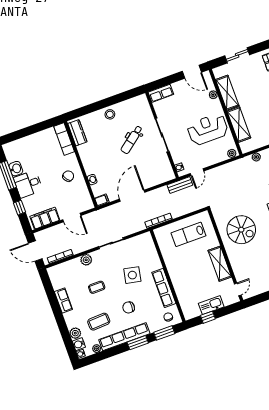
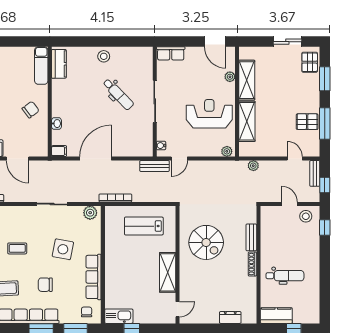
sliding door: (237, 55) -> (287, 42), moved
dental chair: (132, 140) -> (118, 94), turned -96
plant: (86, 260) -> (90, 213), moved
kitchen sink: (211, 305) -> (119, 316), moved

